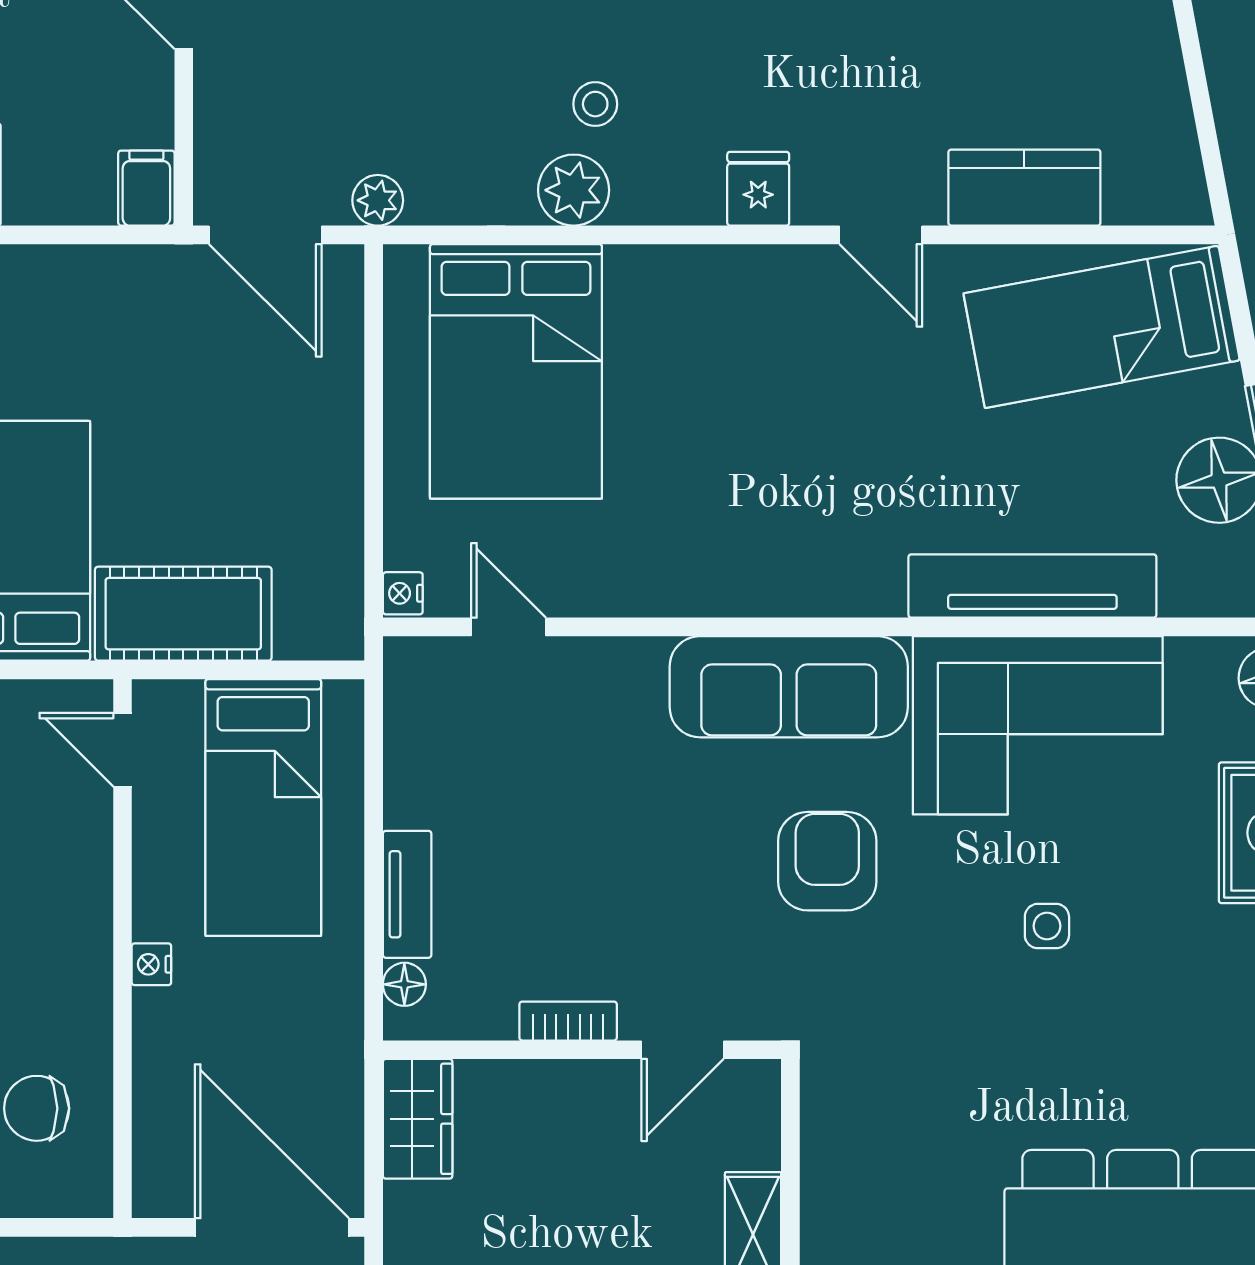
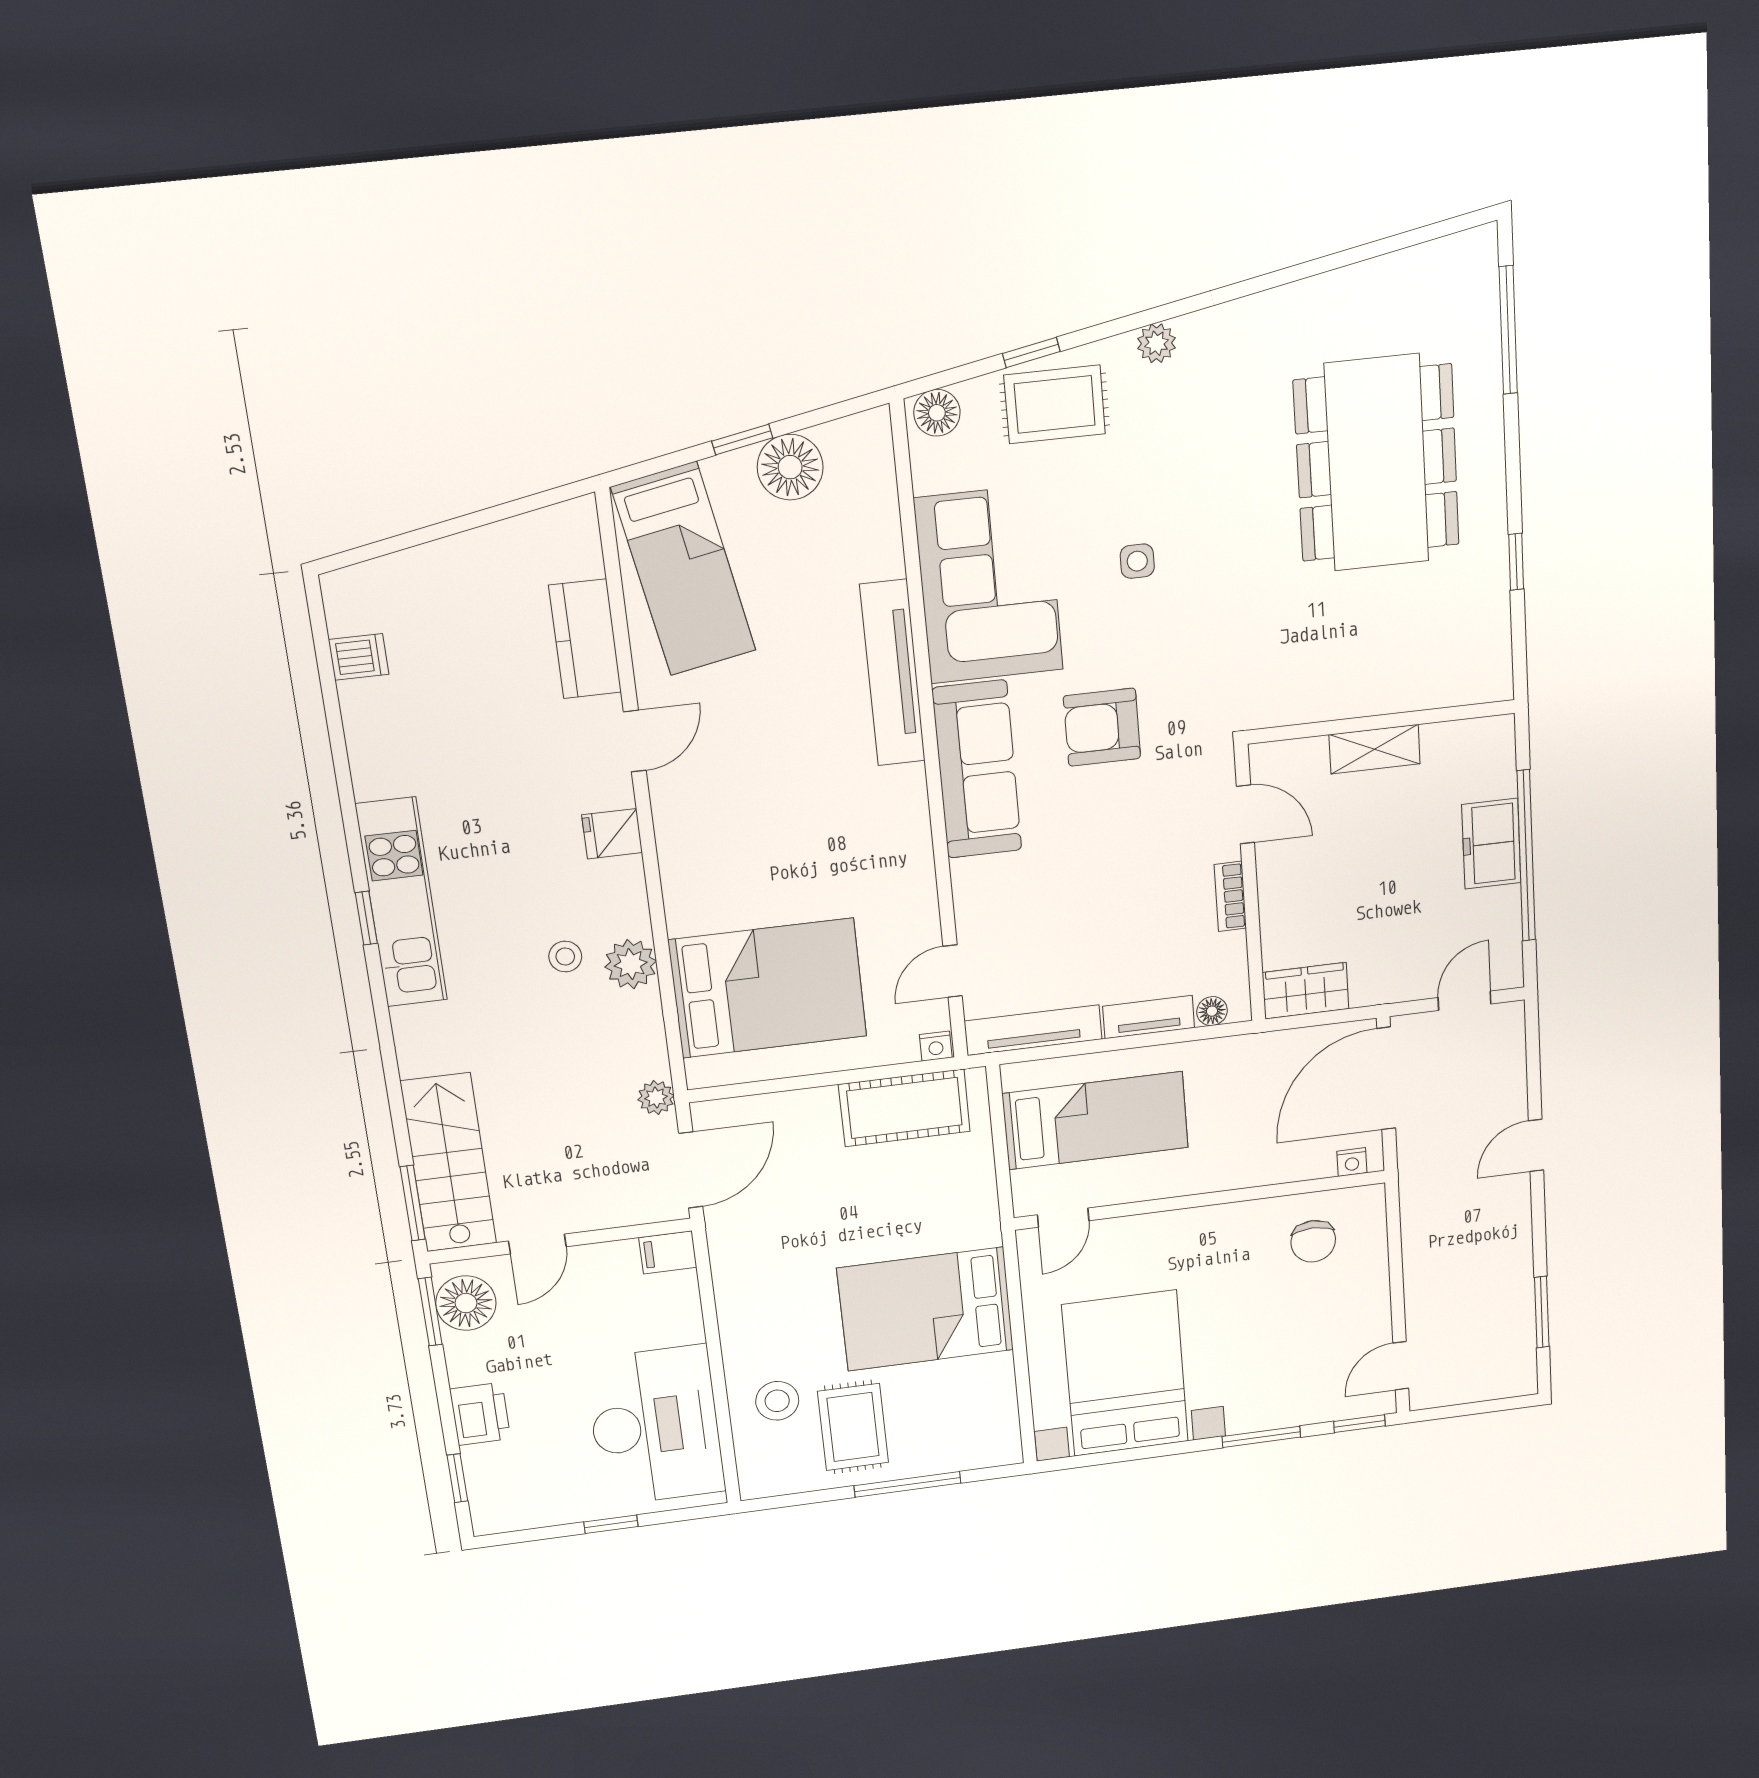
tv unit: (1032, 586) -> (893, 673), moved
cot: (183, 614) -> (904, 1108), moved, turned 90
tv unit: (409, 731) -> (1033, 1030), added
nightstand: (151, 964) -> (1352, 1162), moved

